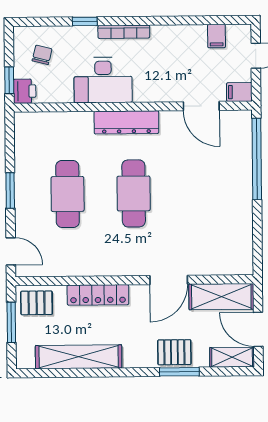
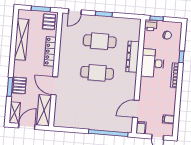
dresser: (126, 122) -> (133, 57), moved

